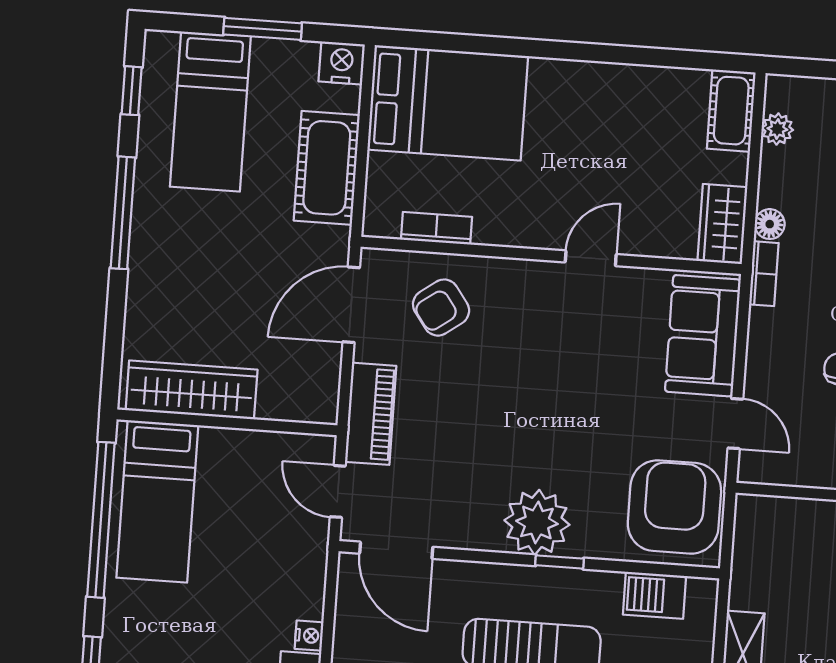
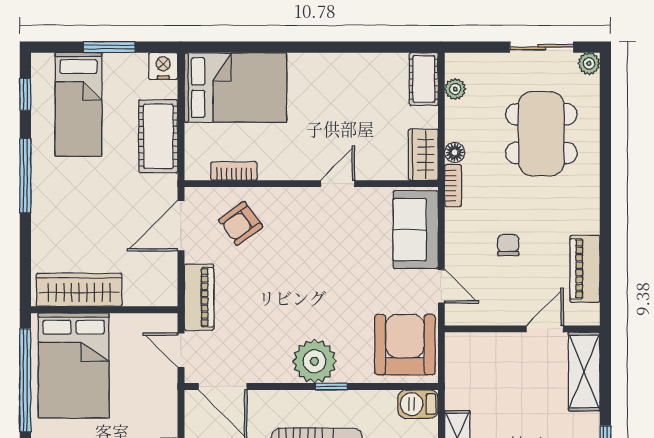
bed: (157, 501) -> (74, 365), width x1.50
barbecue: (655, 595) -> (418, 404), moved

